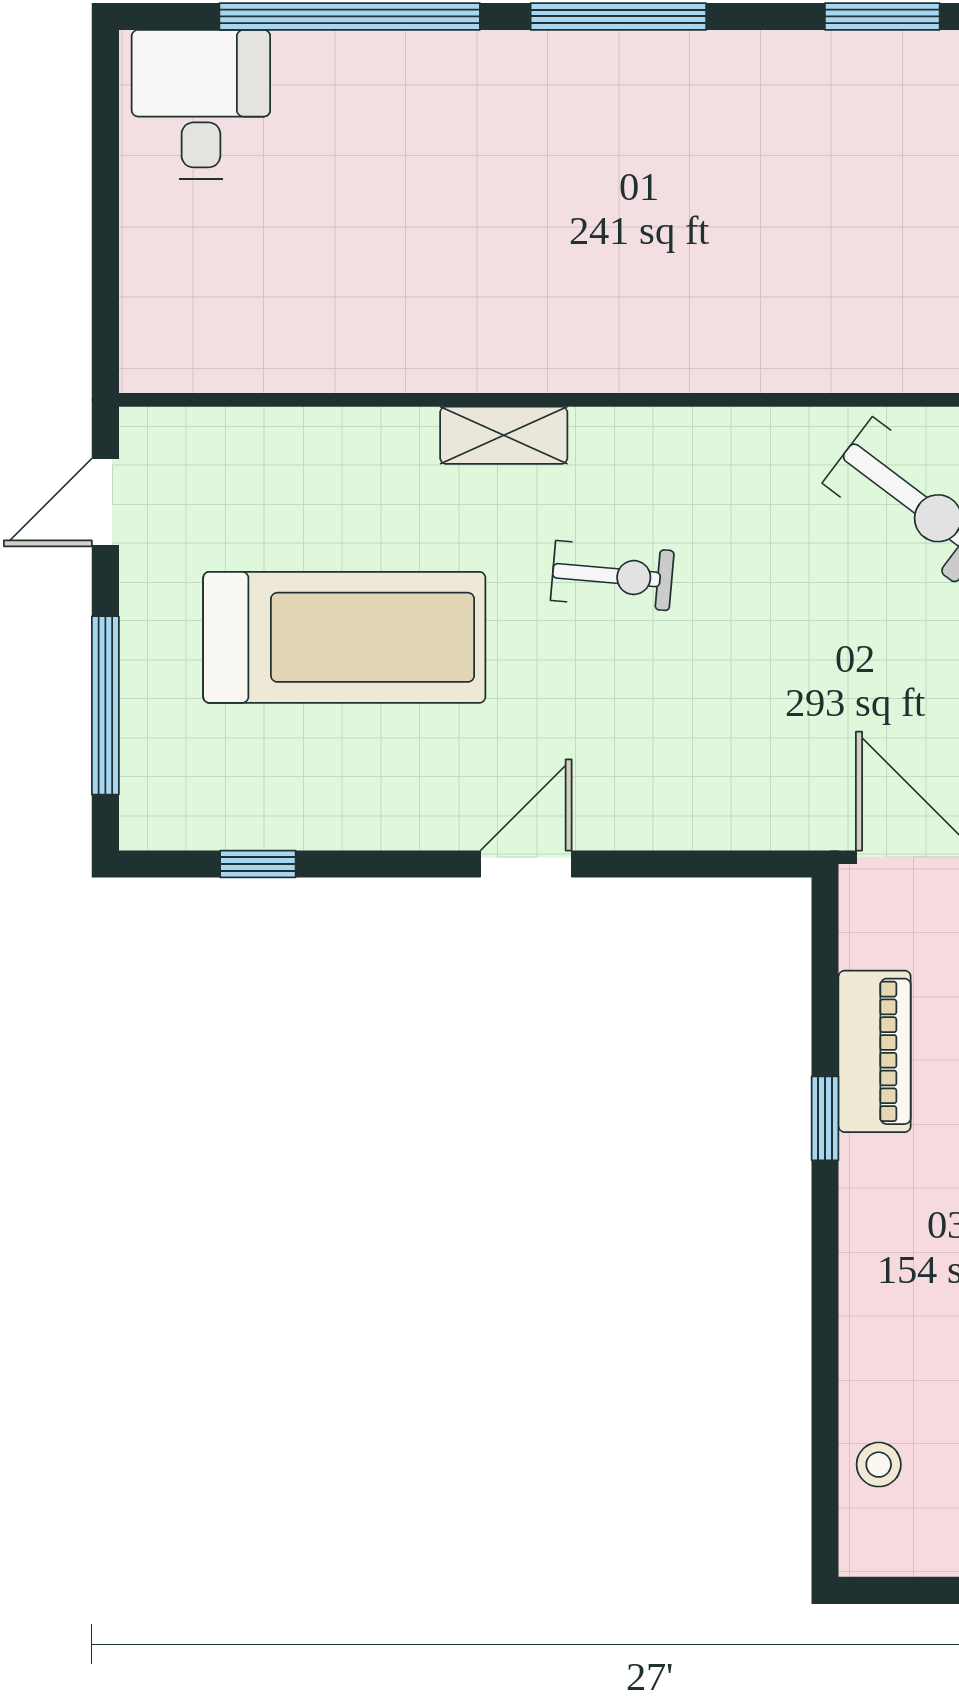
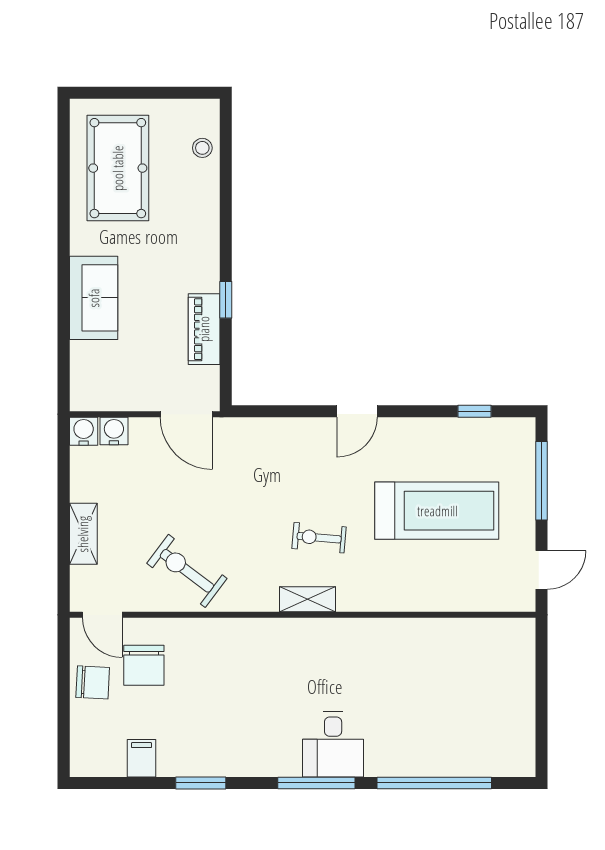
desk: (201, 105) -> (333, 744), moved
shelving: (504, 435) -> (308, 599), moved
treadmill: (344, 637) -> (437, 511), turned 180

